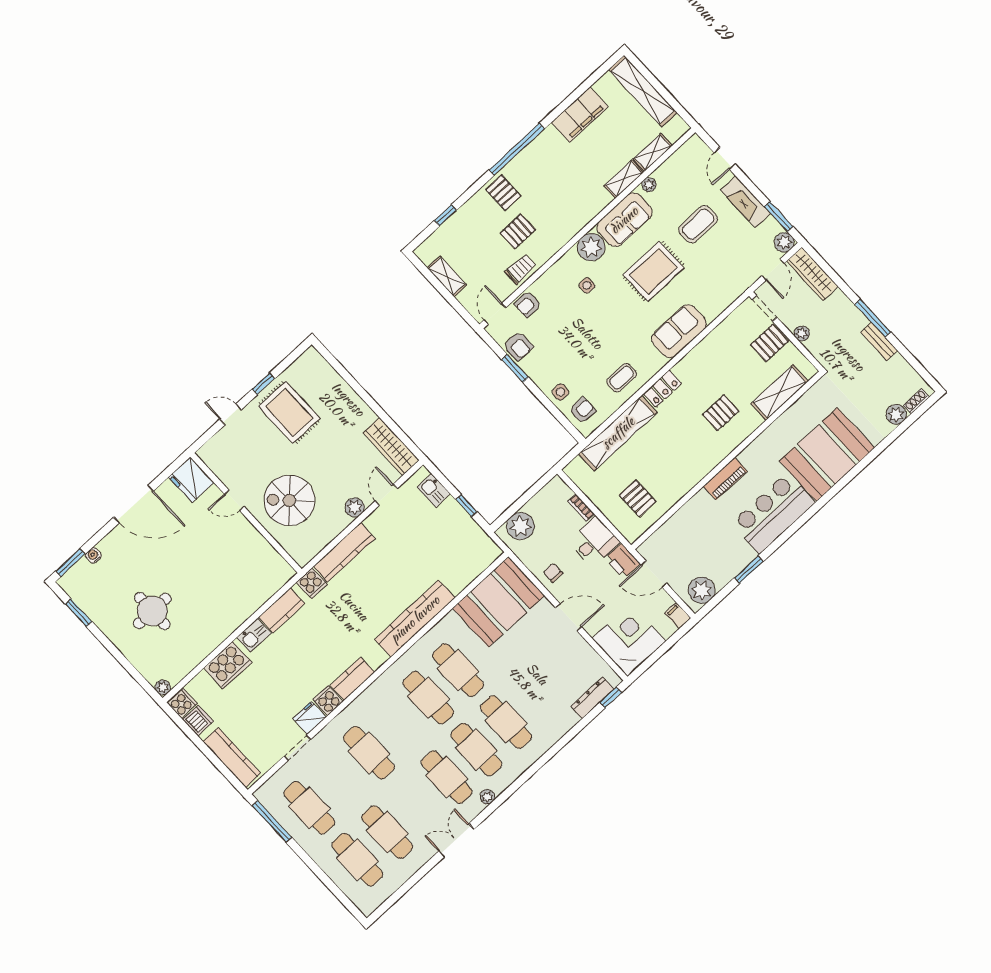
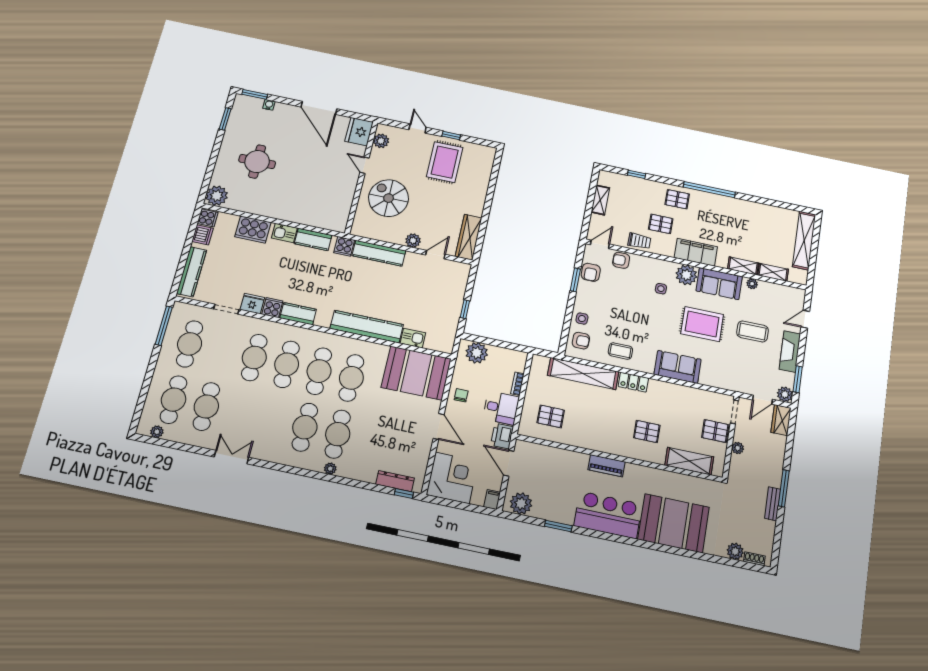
filing cabinet: (580, 115) -> (696, 252), moved, turned 180
pallet: (503, 193) -> (677, 199), turned 90
wardrobe: (812, 274) -> (781, 420), width x0.67
plant: (218, 464) -> (381, 141), added
kitchen sink: (434, 490) -> (413, 338), moved, turned 90
pallet: (638, 498) -> (551, 416), turned 90
plant: (163, 687) -> (217, 196), width x1.88, depth x1.88
cafe table: (447, 777) -> (287, 364), moved
plant: (487, 797) -> (330, 469), moved
plant: (380, 896) -> (157, 432), added

